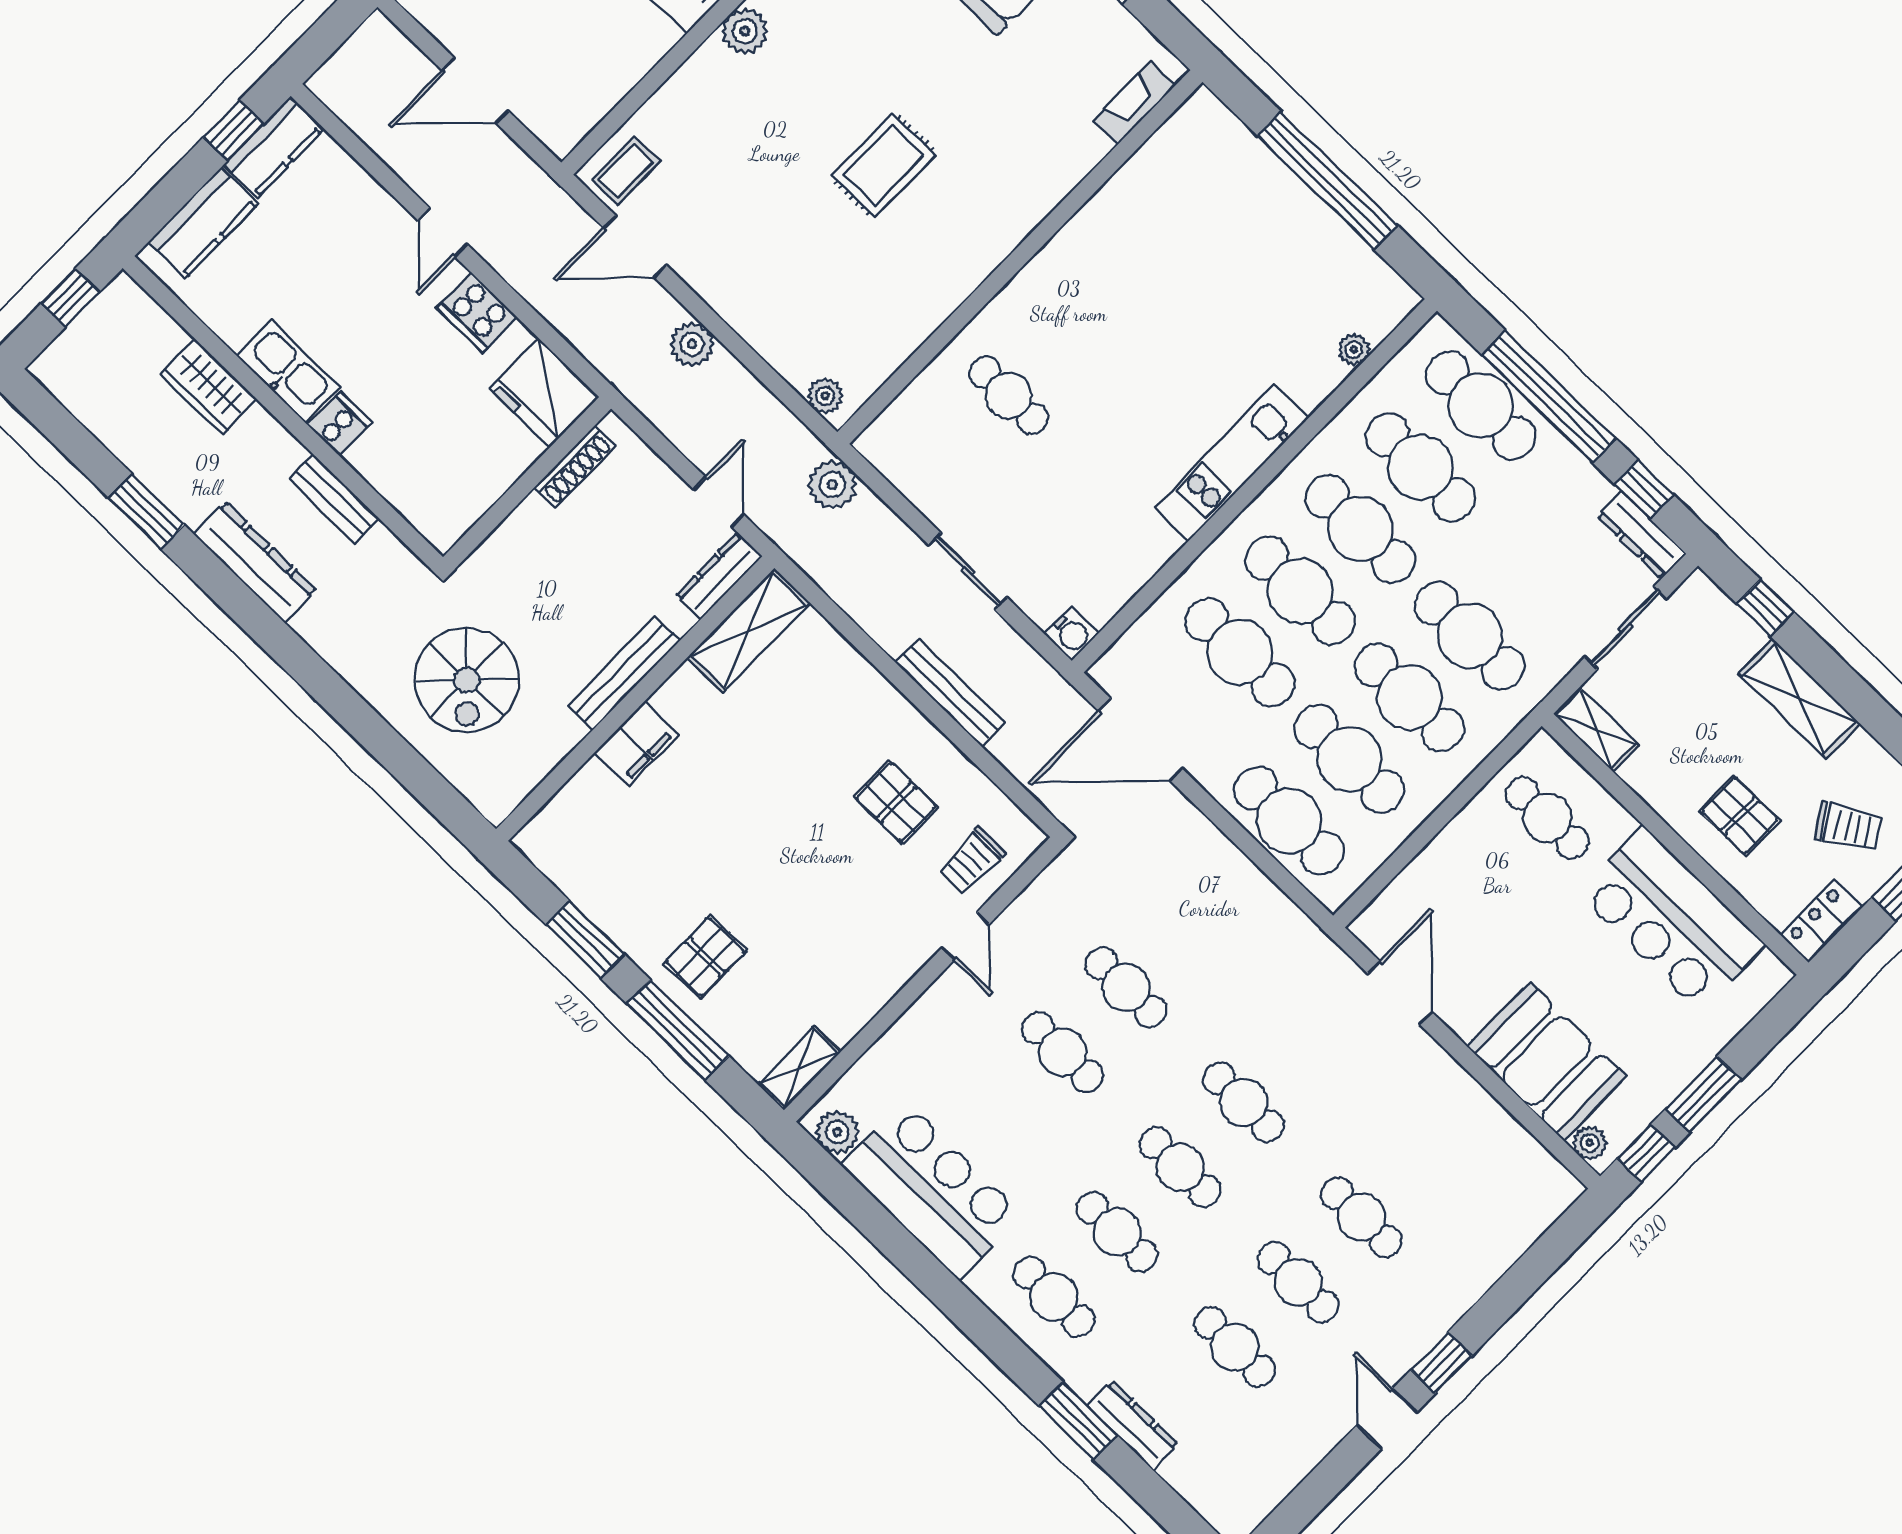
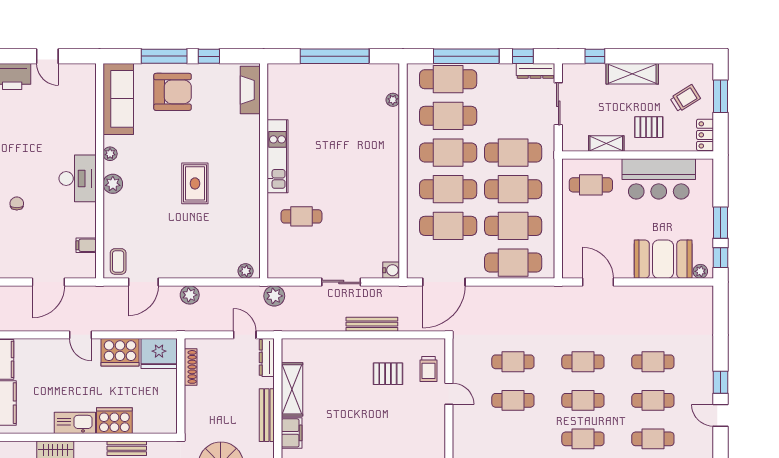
filing cabinet: (599, 91) -> (86, 245), added
fireplace: (1134, 103) -> (250, 90), width x1.37, depth x1.32
cooker: (477, 312) -> (120, 352), width x1.37, depth x1.31
cooker: (340, 424) -> (114, 421), width x1.87, depth x1.31
kitchen unit: (1231, 463) -> (277, 156), moved, turned 180
shelving: (749, 630) -> (292, 389), moved
shelving: (1596, 729) -> (606, 144), moved

